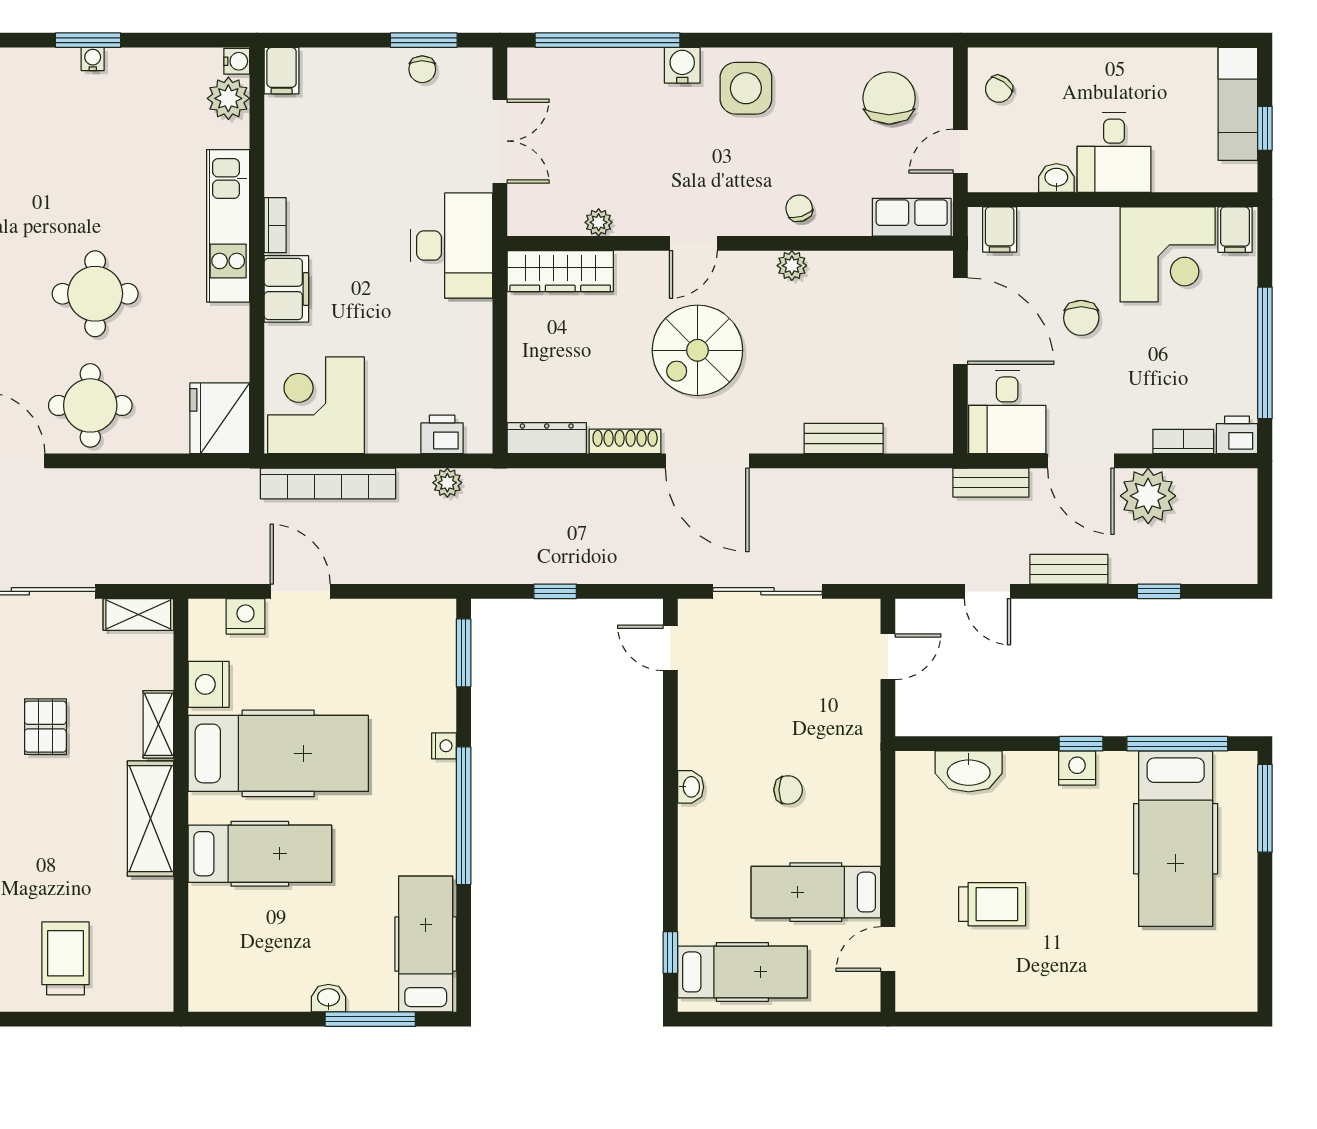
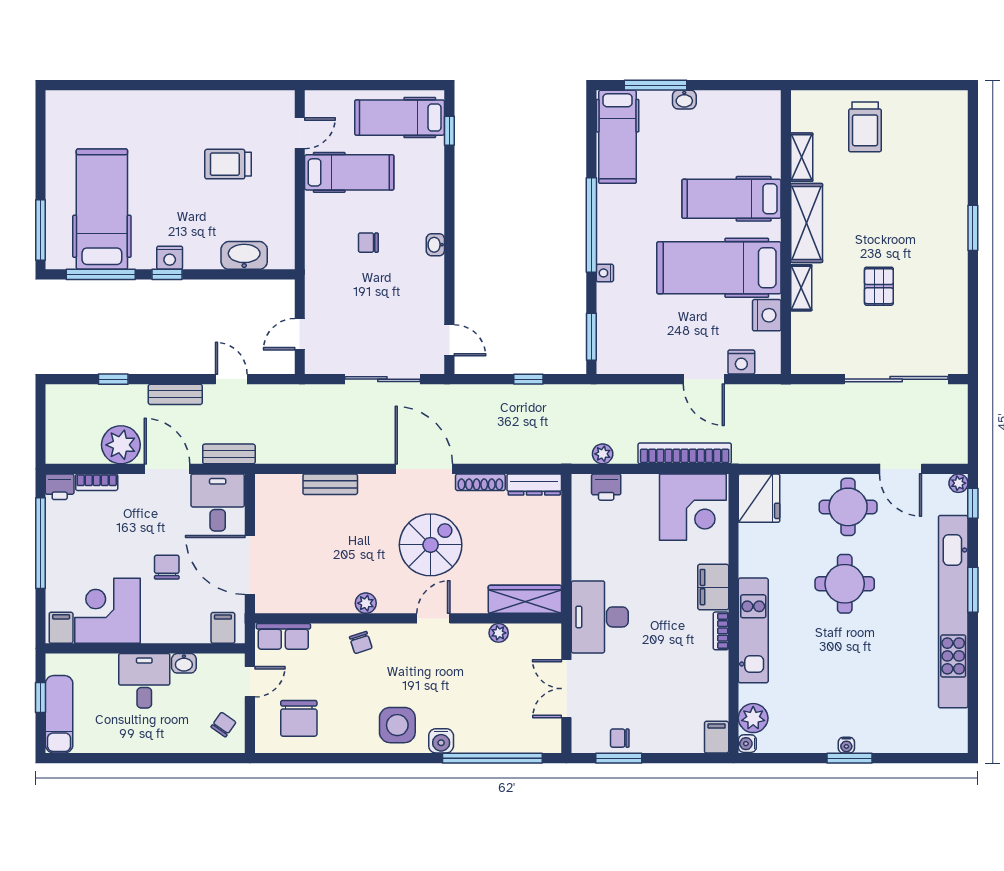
chair: (422, 69) -> (620, 738), turned -90
shelving: (138, 614) -> (802, 157), moved, turned 90

